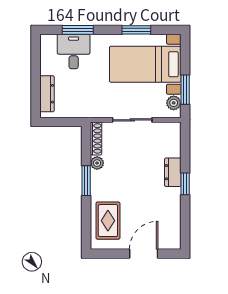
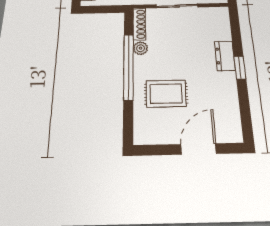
window: (86, 181) -> (128, 67), width x2.11
rug: (108, 221) -> (166, 94), moved, turned 90

